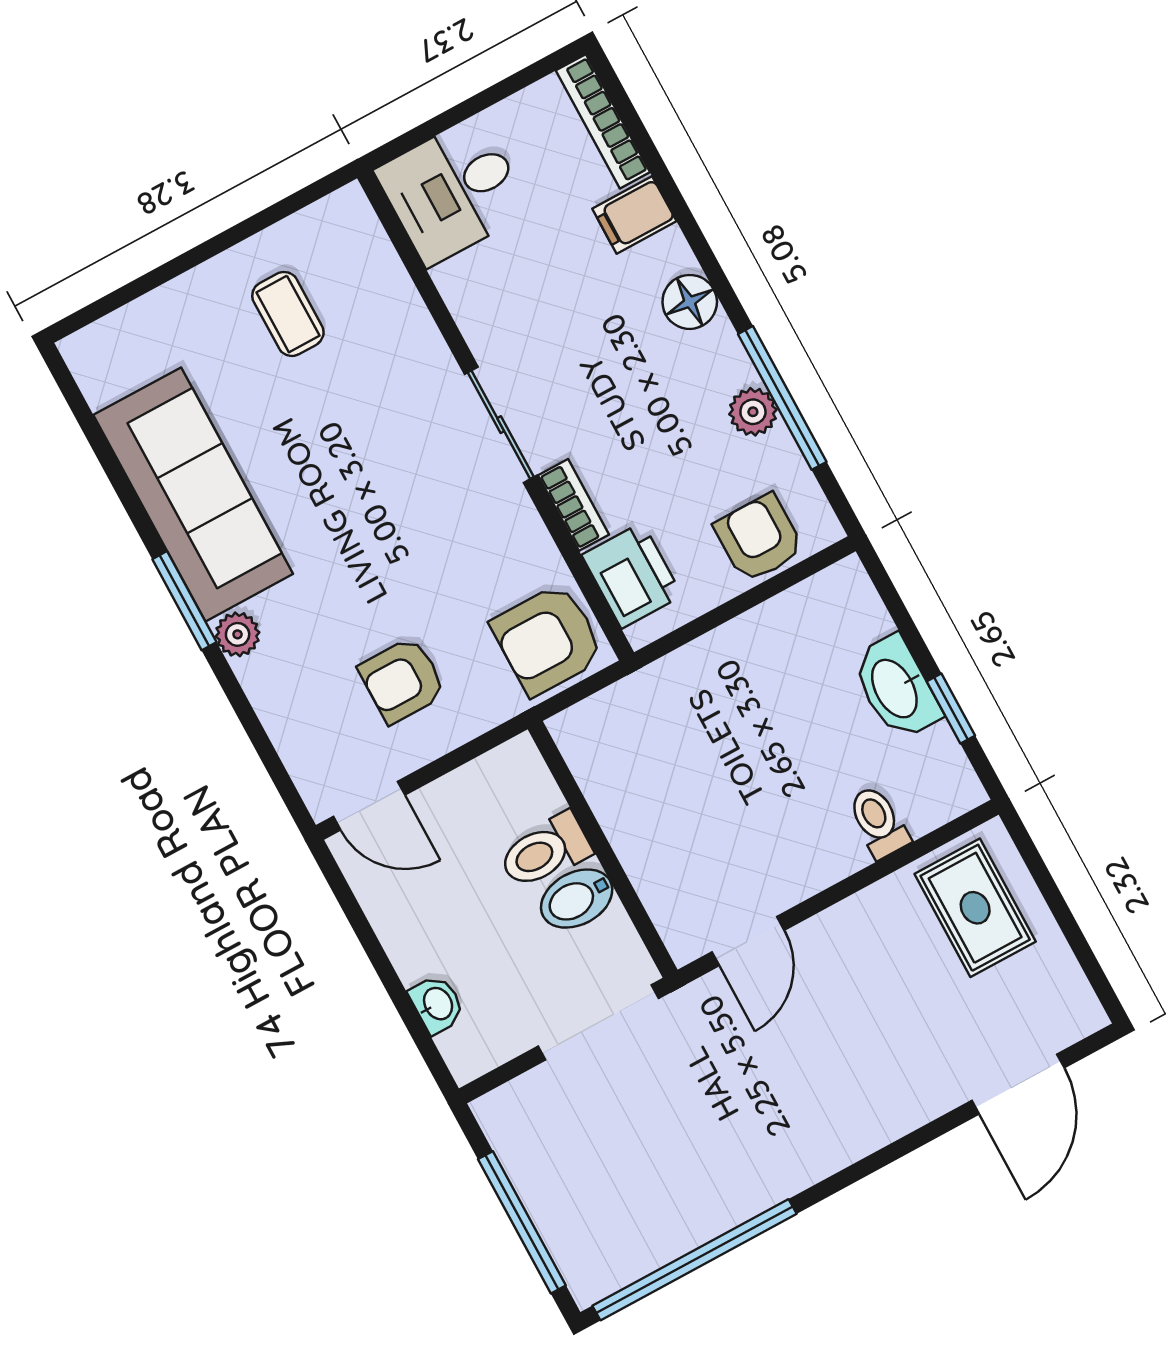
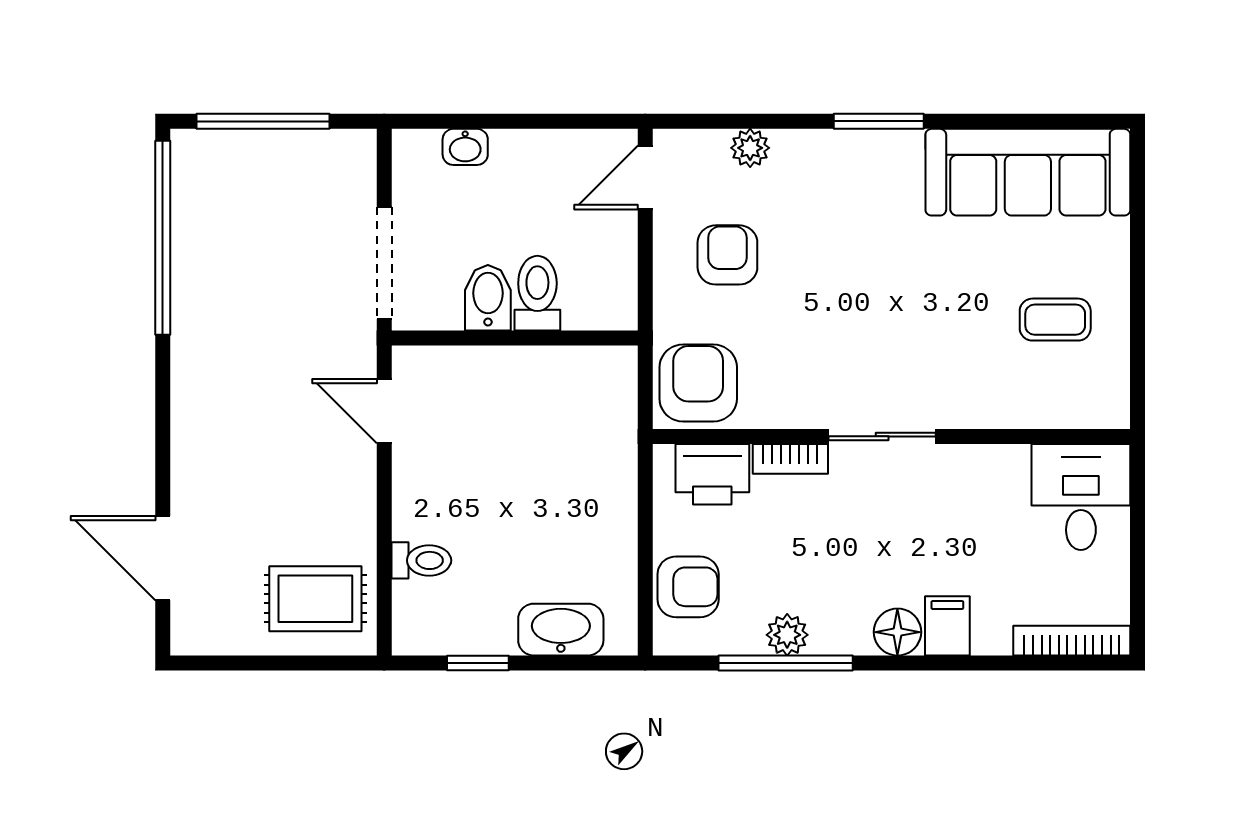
filing cabinet: (634, 215) -> (947, 626), moved
sofa: (193, 494) -> (1028, 172), moved
plant: (238, 634) -> (750, 148), moved
washbasin: (896, 688) -> (561, 630), moved

